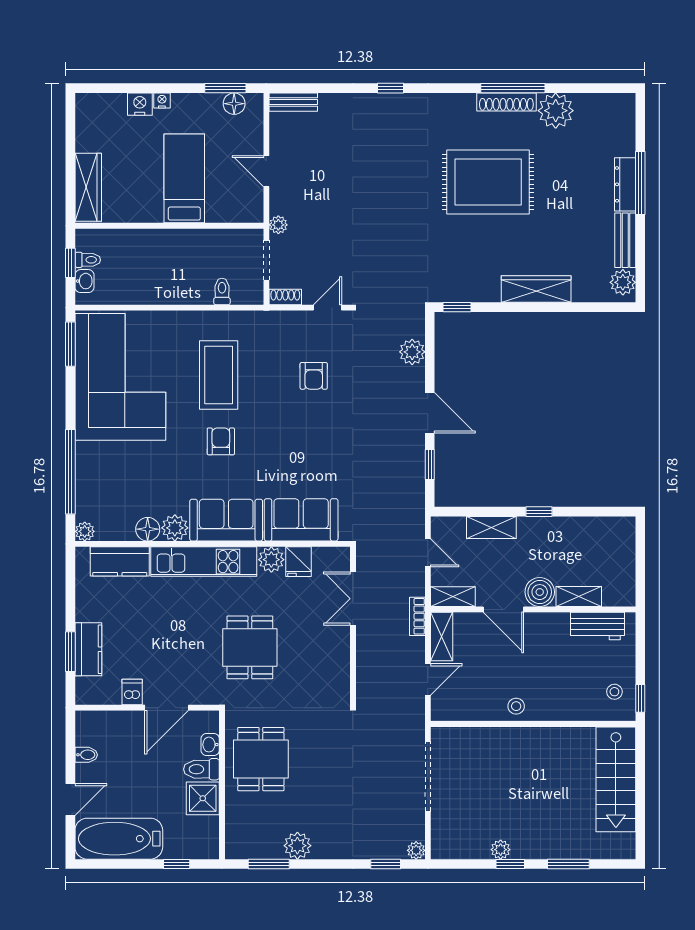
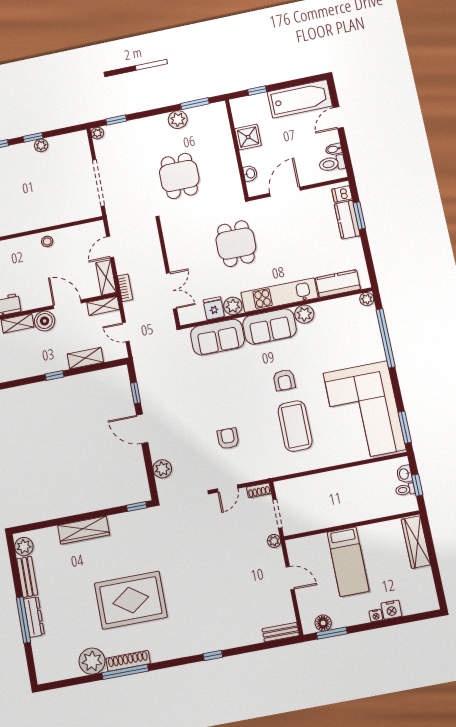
toilet: (222, 291) -> (305, 486), removed
floor lamp: (148, 529) -> (323, 309), removed
dishwasher: (132, 692) -> (342, 194), moved, turned 90
dining table: (261, 759) -> (179, 176), moved
toilet: (201, 769) -> (332, 164), moved, turned 180

